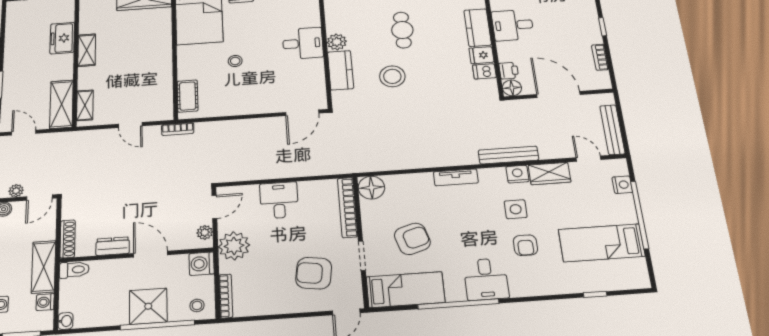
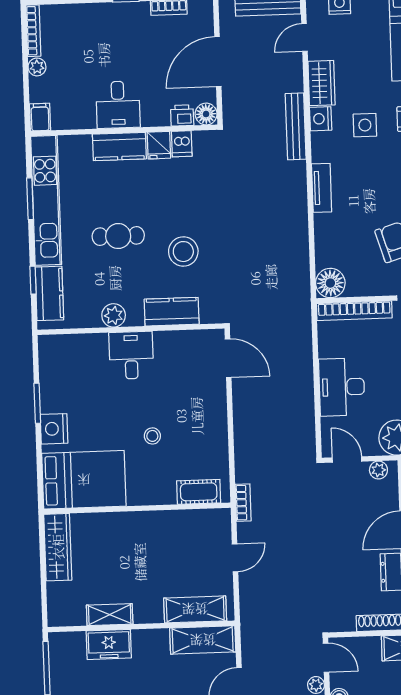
plant: (337, 42) -> (114, 315), moved
shelving: (87, 50) -> (110, 615), moved
shelving: (85, 105) -> (195, 609), width x1.50, depth x1.33
desk: (279, 200) -> (342, 387), width x1.37

